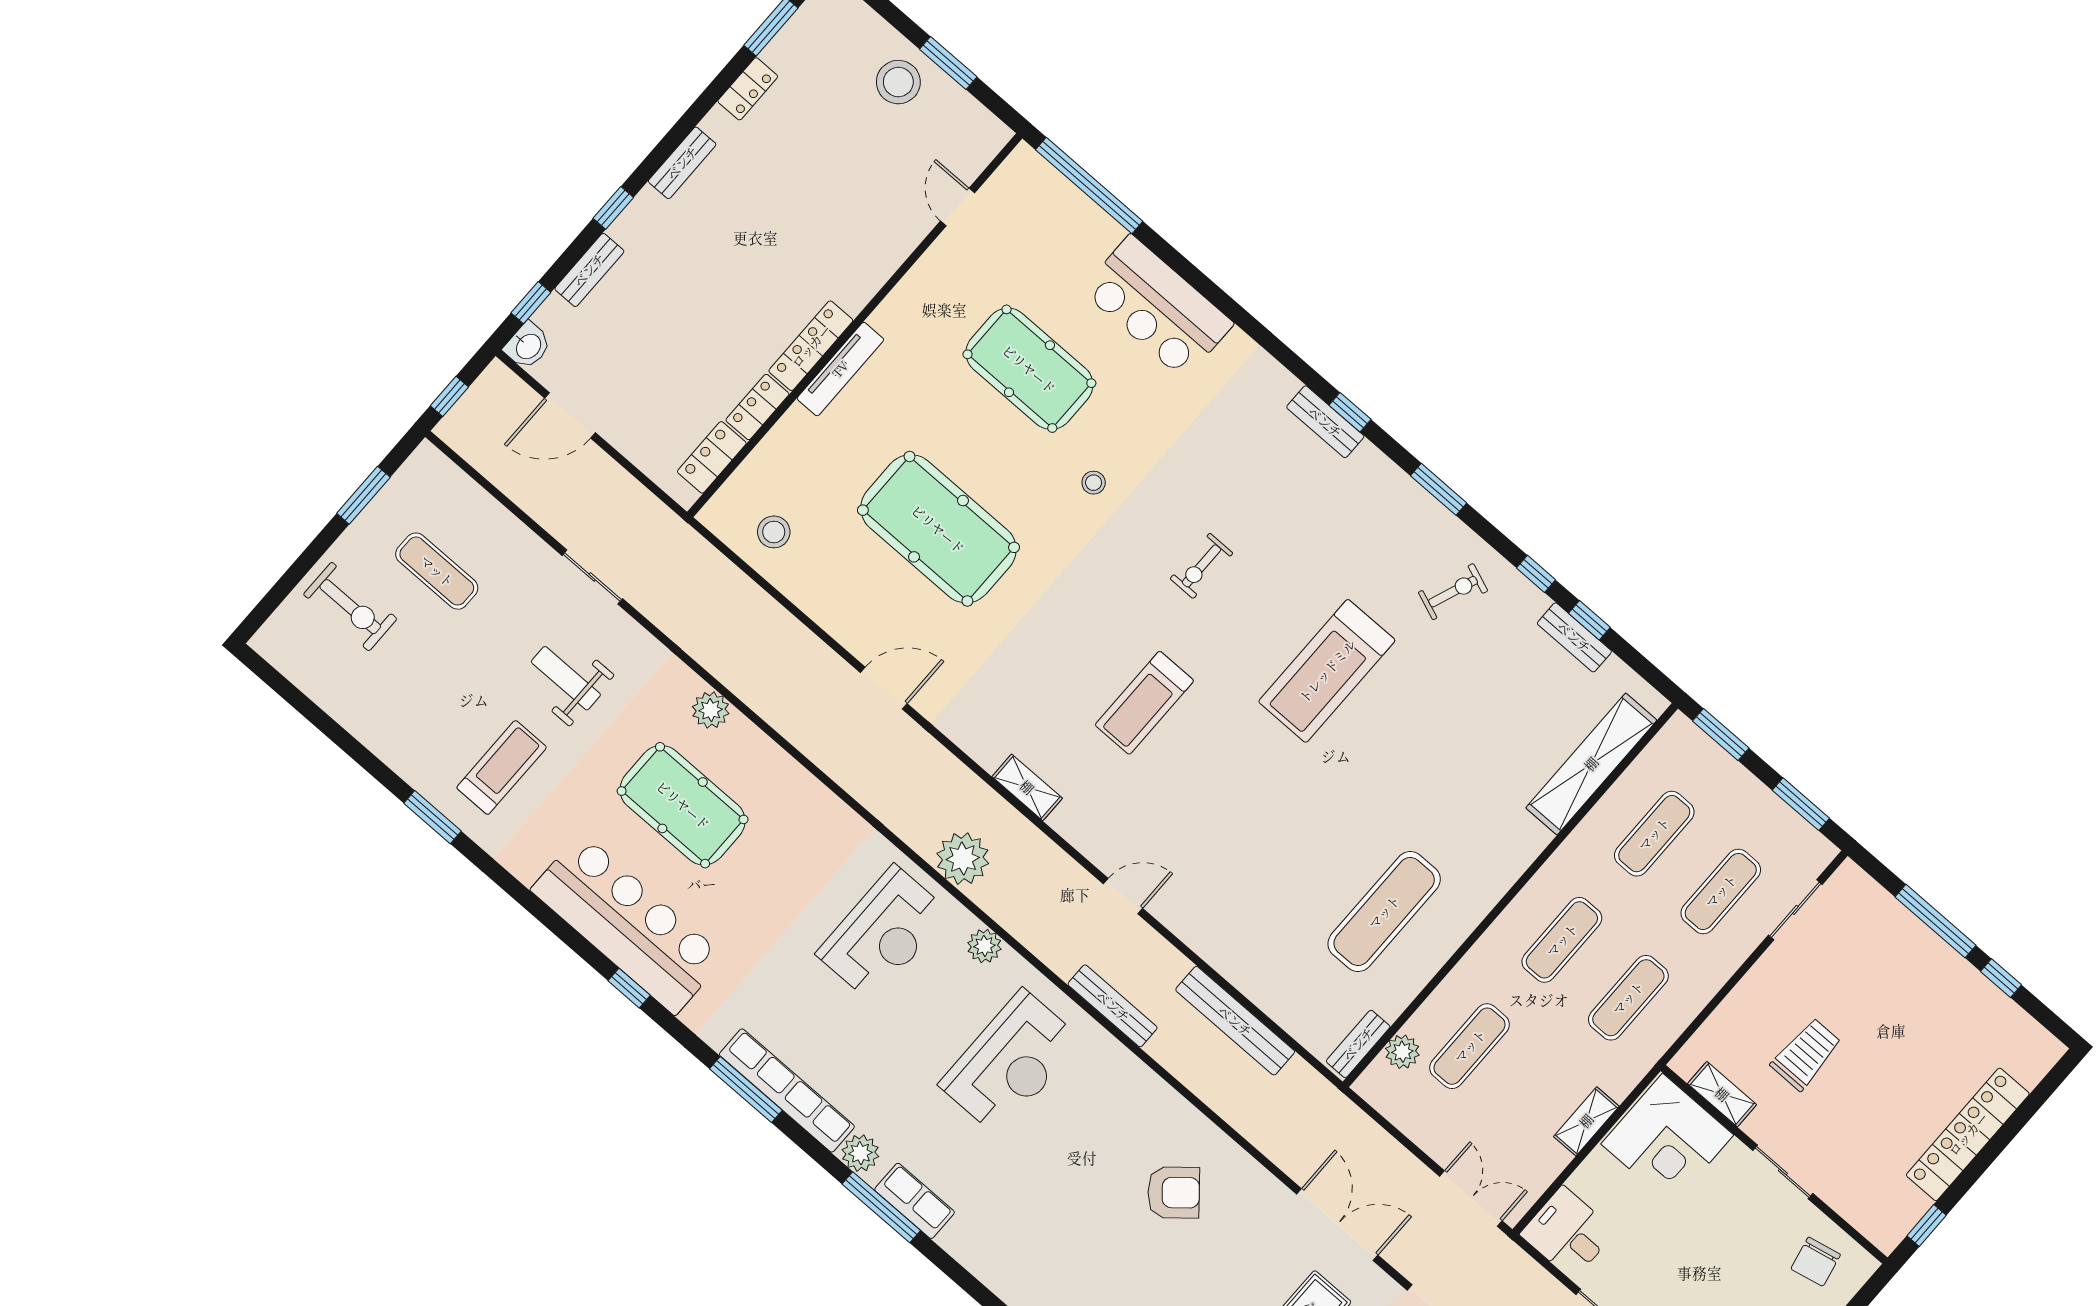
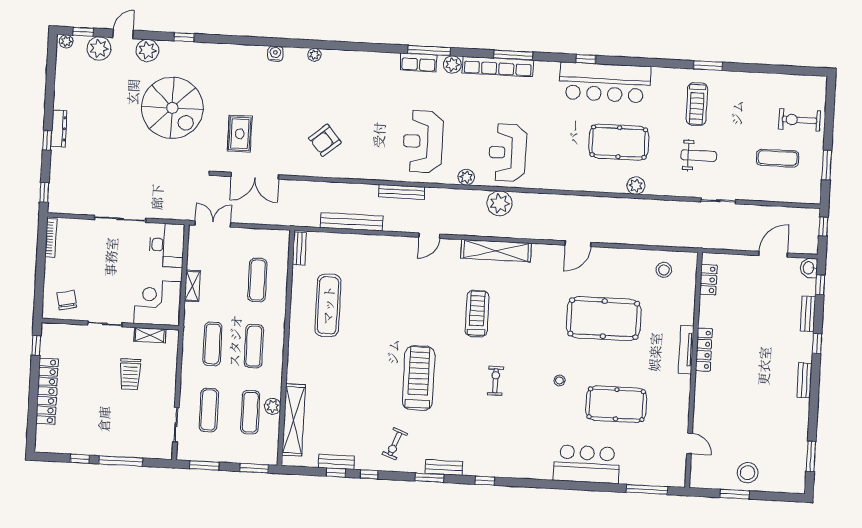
locker: (748, 89) -> (801, 427), removed
window: (1089, 185) -> (647, 489), width x0.68
locker: (757, 407) -> (706, 312), removed
bench: (1325, 422) -> (444, 467), moved
shelving: (1027, 787) -> (496, 251), width x2.20, depth x1.33
plant: (1402, 1052) -> (273, 406), moved
double door: (1471, 1199) -> (213, 224), swing flipped
desk: (1568, 1233) -> (167, 245), width x1.37

